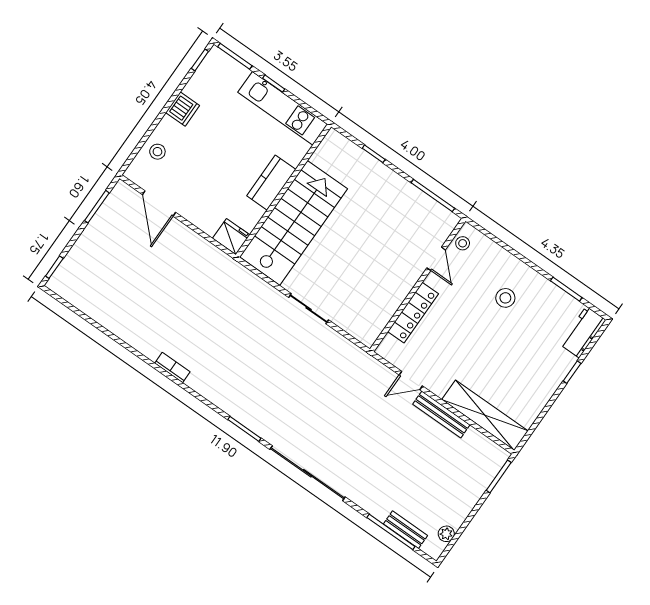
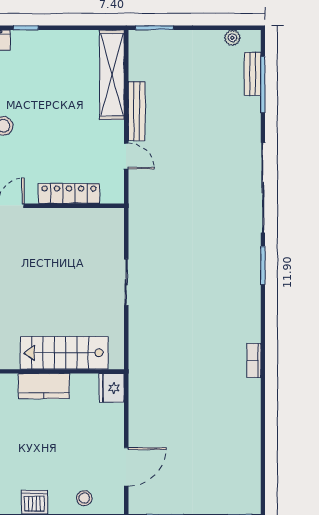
stairs: (294, 223) -> (64, 353), width x0.73, depth x0.66

